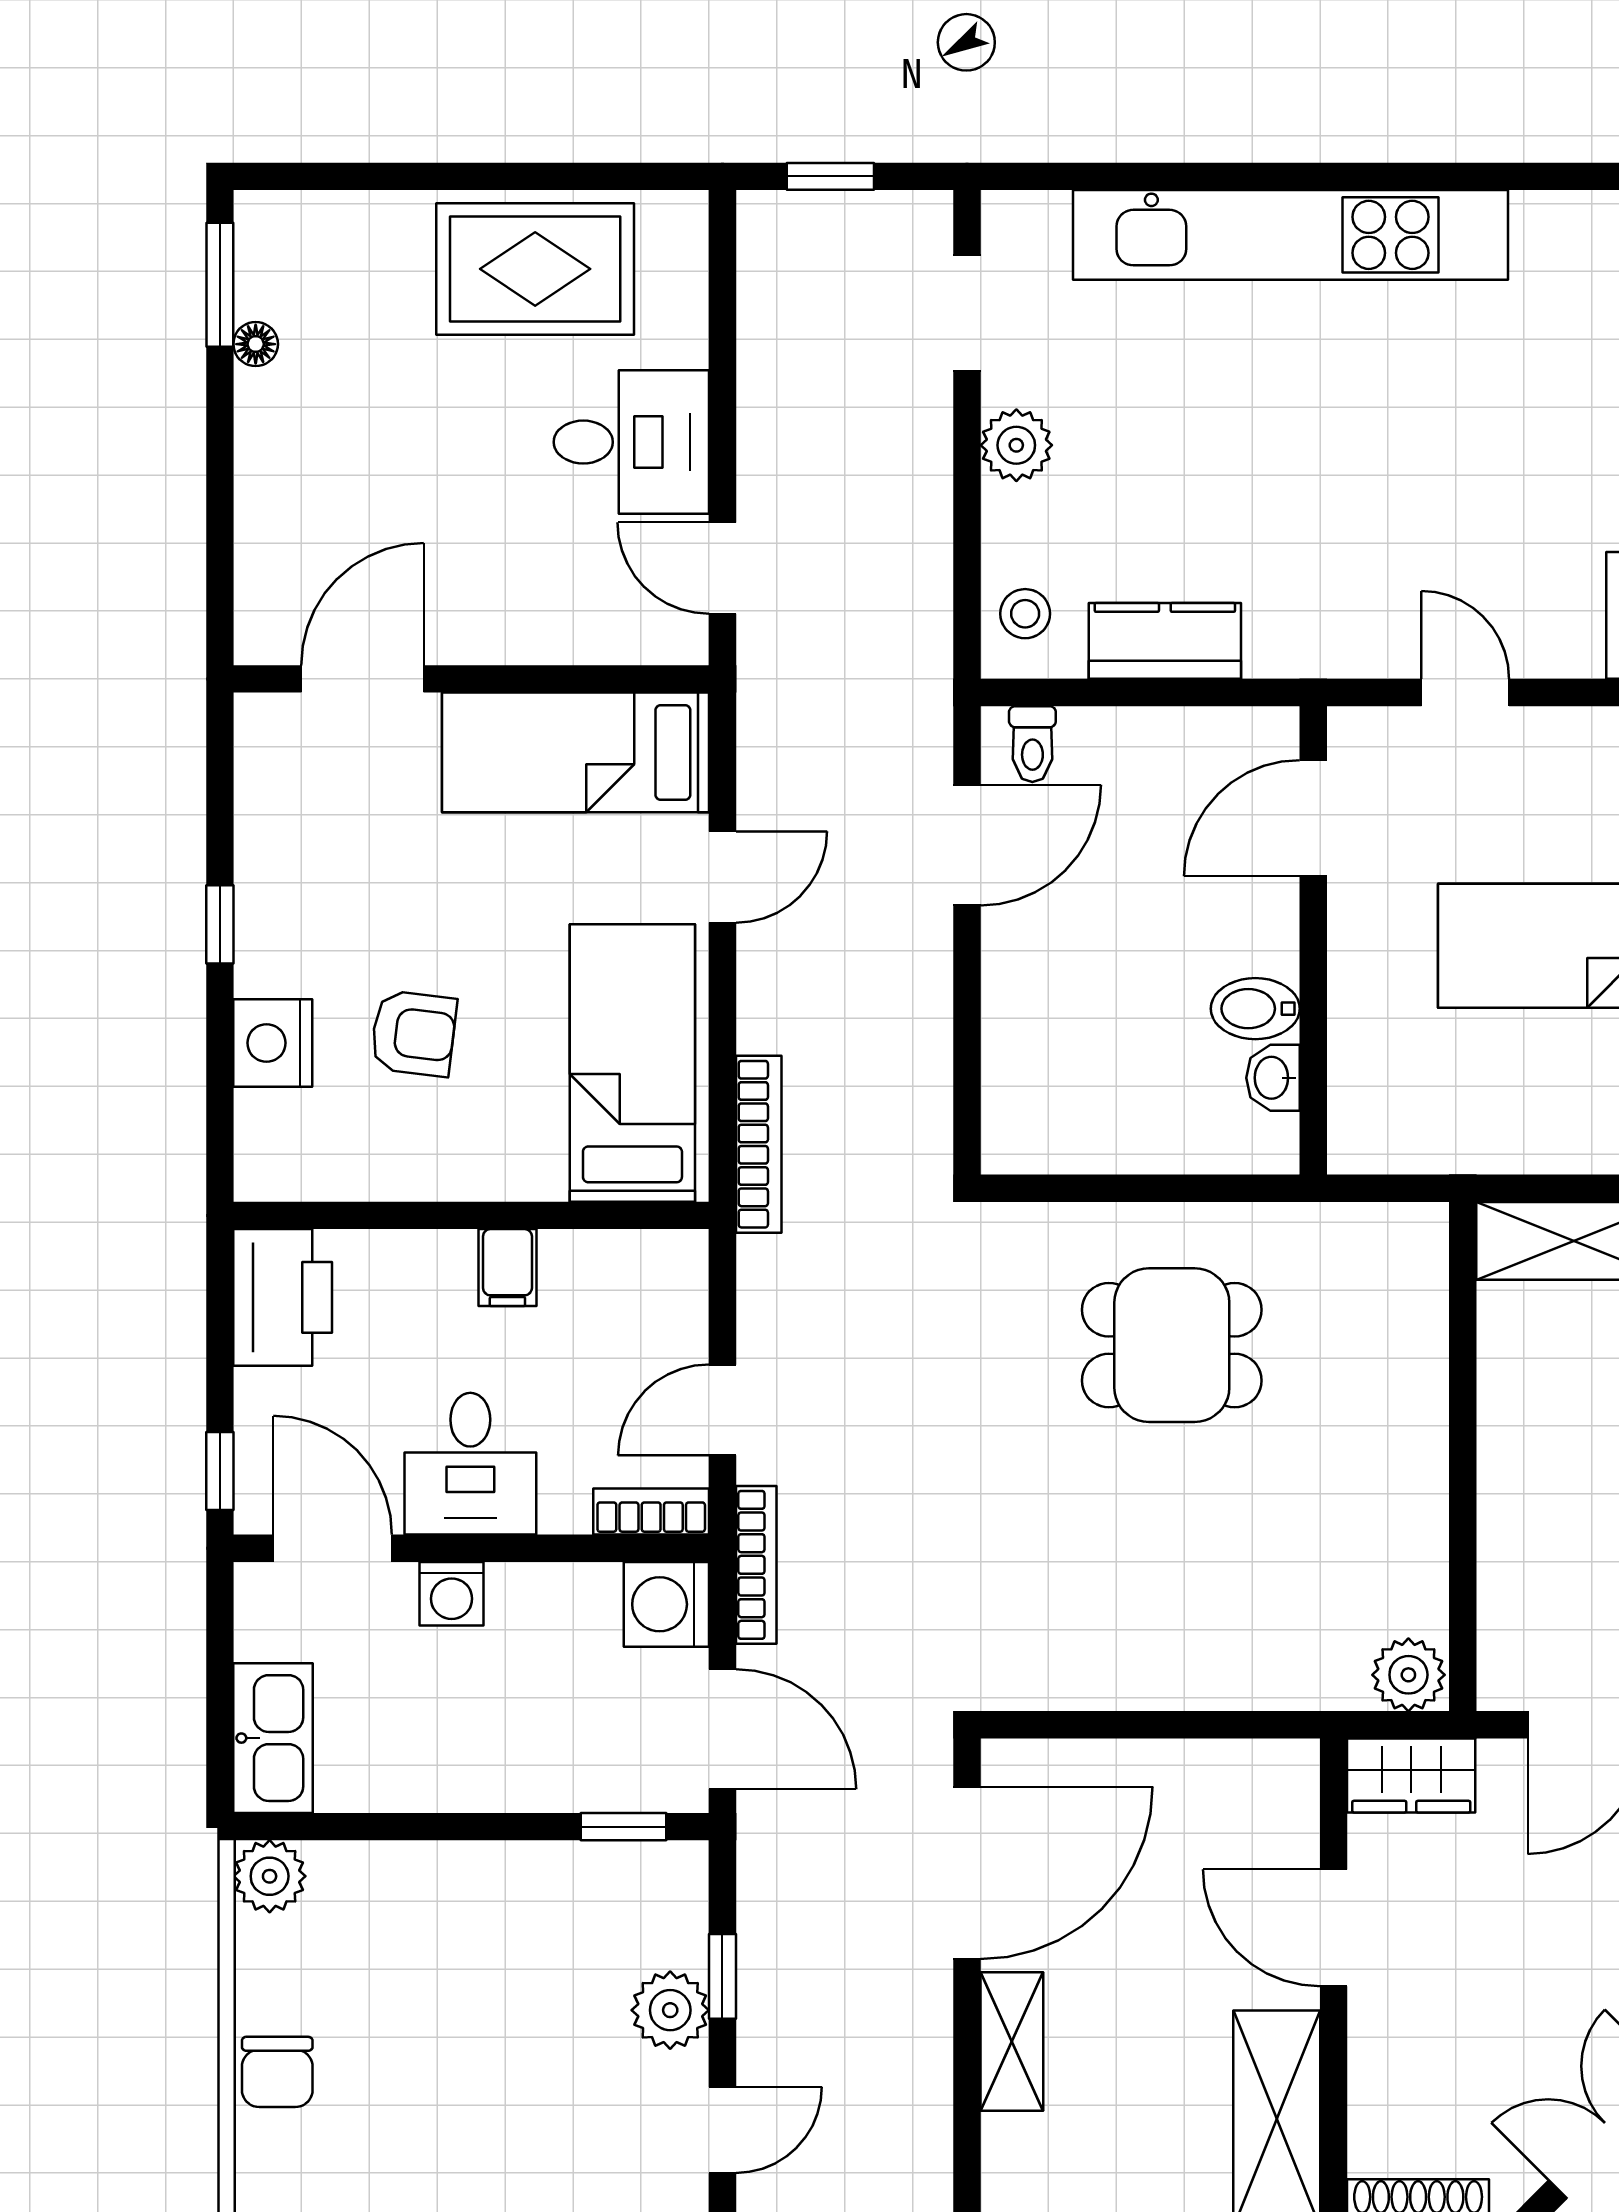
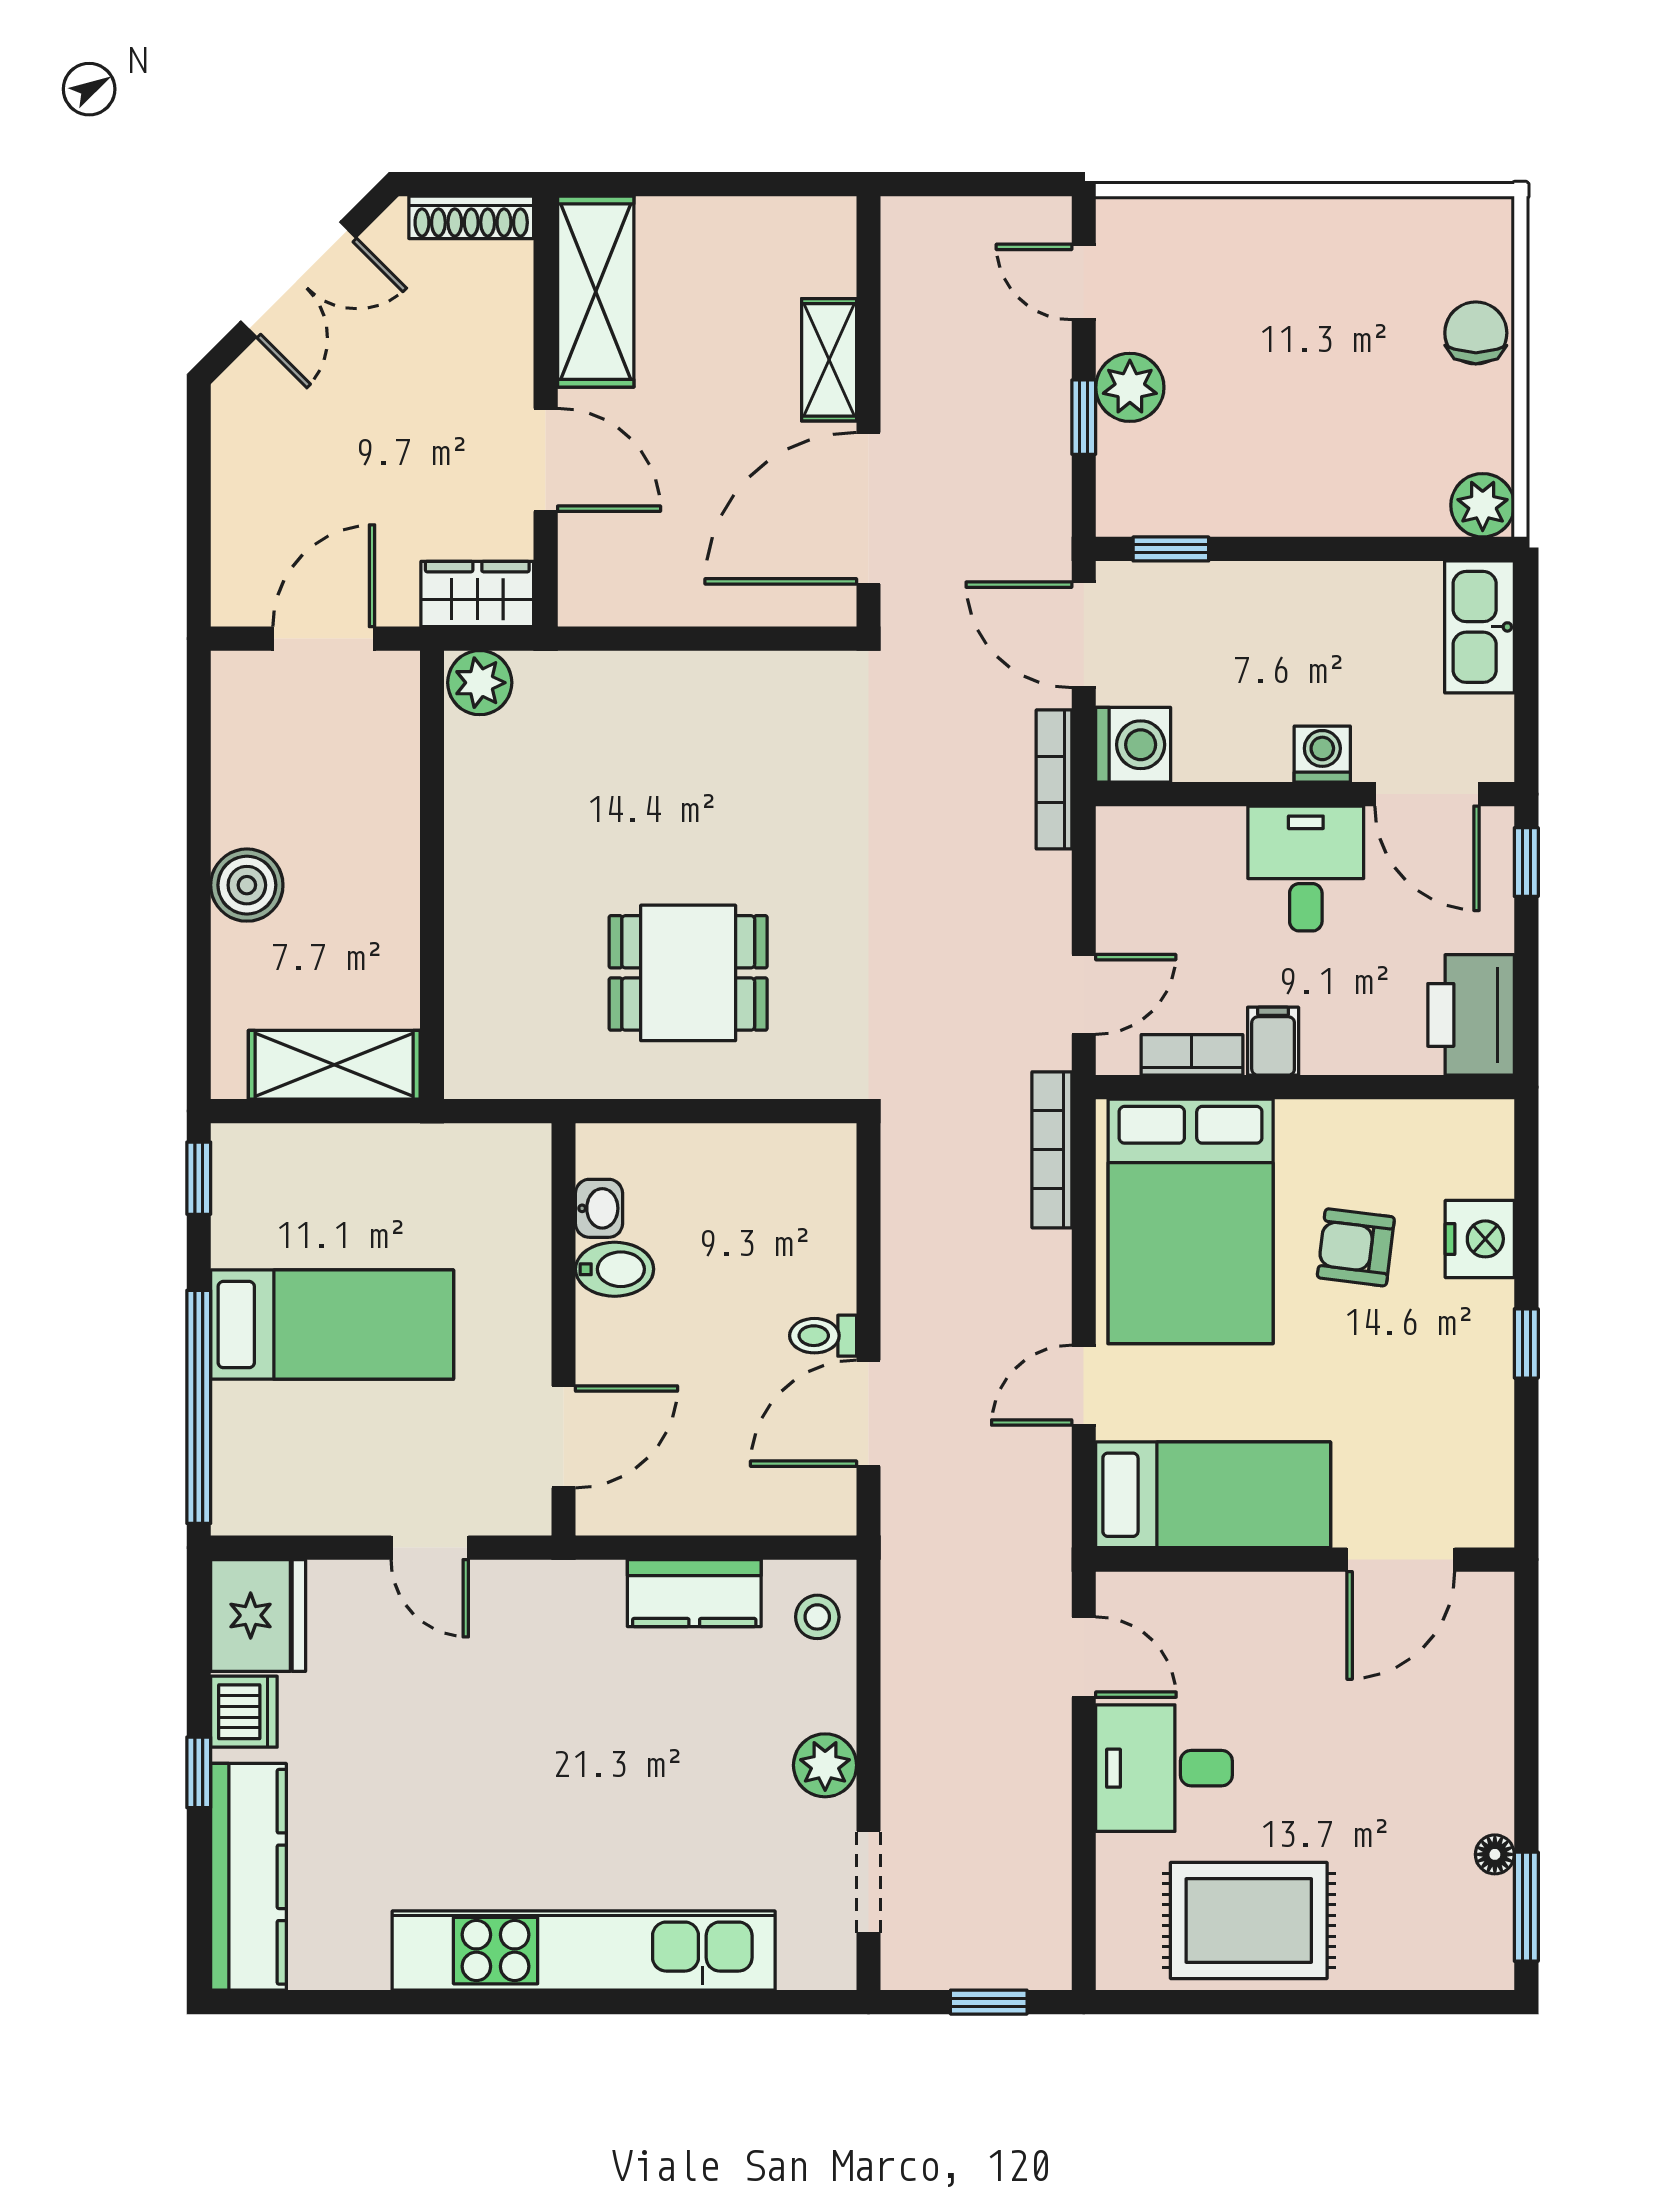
toilet: (1032, 744) -> (823, 1336), moved, turned -90
bed: (632, 1063) -> (1191, 1221), width x1.50
door: (722, 1410) -> (1084, 994), moved
bookcase: (651, 1512) -> (1192, 1055), moved, turned 180
door: (722, 2130) -> (1084, 282), hinge flipped

